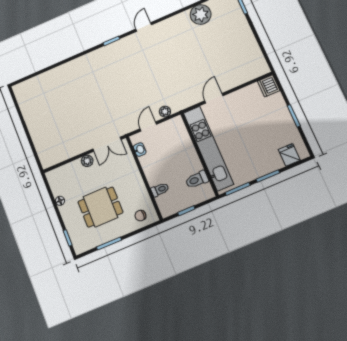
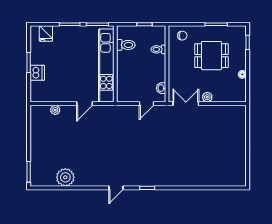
dishwasher: (269, 86) -> (37, 73), moved
plant: (165, 112) -> (55, 110), moved

